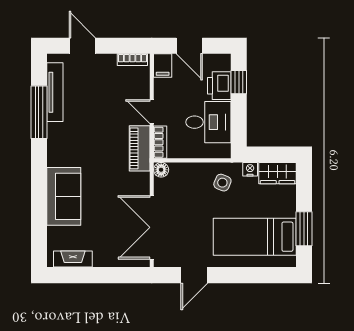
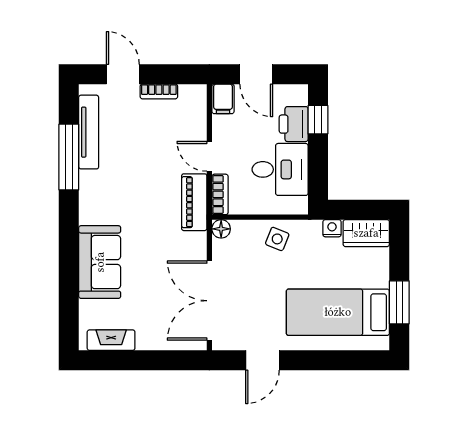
bookcase: (132, 60) -> (159, 91), moved
side table: (222, 183) -> (277, 239), moved

